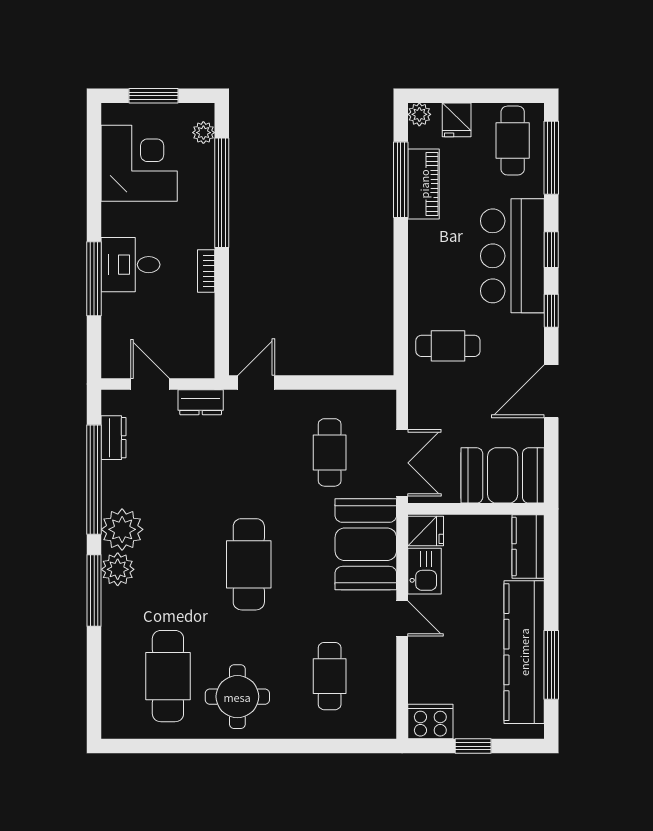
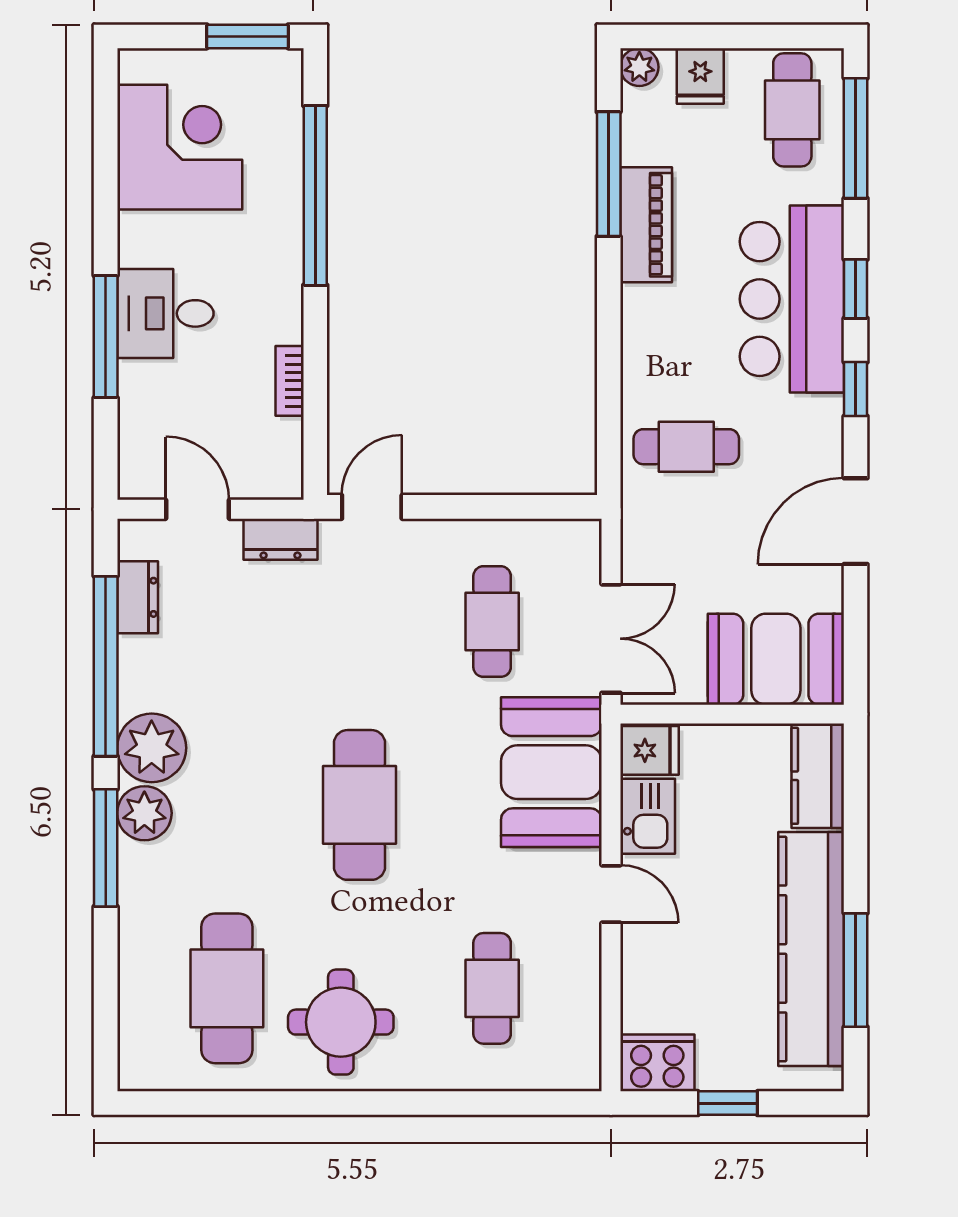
window: (153, 96) -> (247, 36), moved
plant: (203, 133) -> (285, 97), removed
piano: (424, 184) -> (646, 225), moved
bookcase: (206, 271) -> (290, 381), moved

